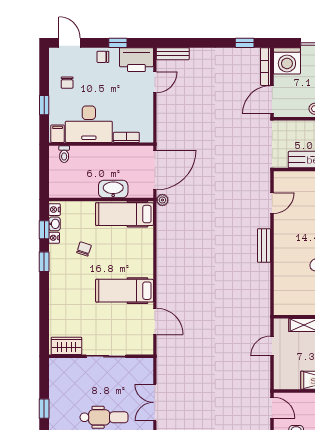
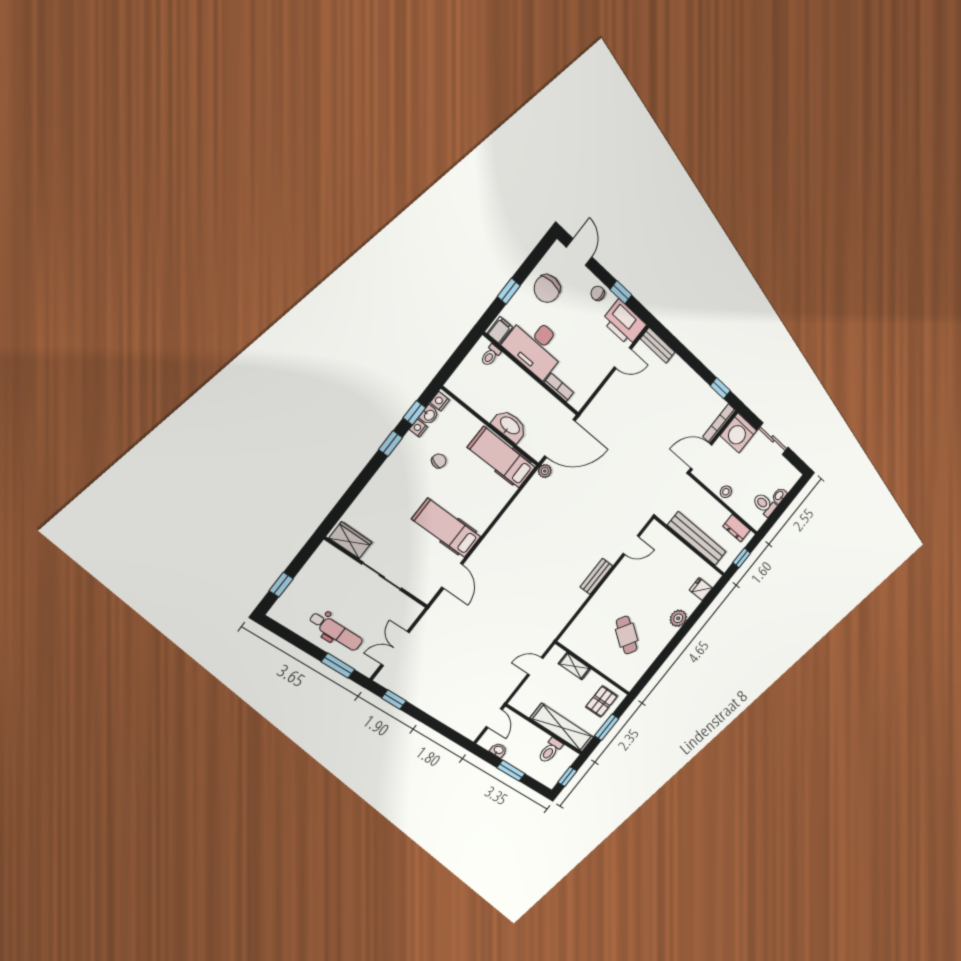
chair: (67, 83) -> (547, 289), width x1.87, depth x1.87

